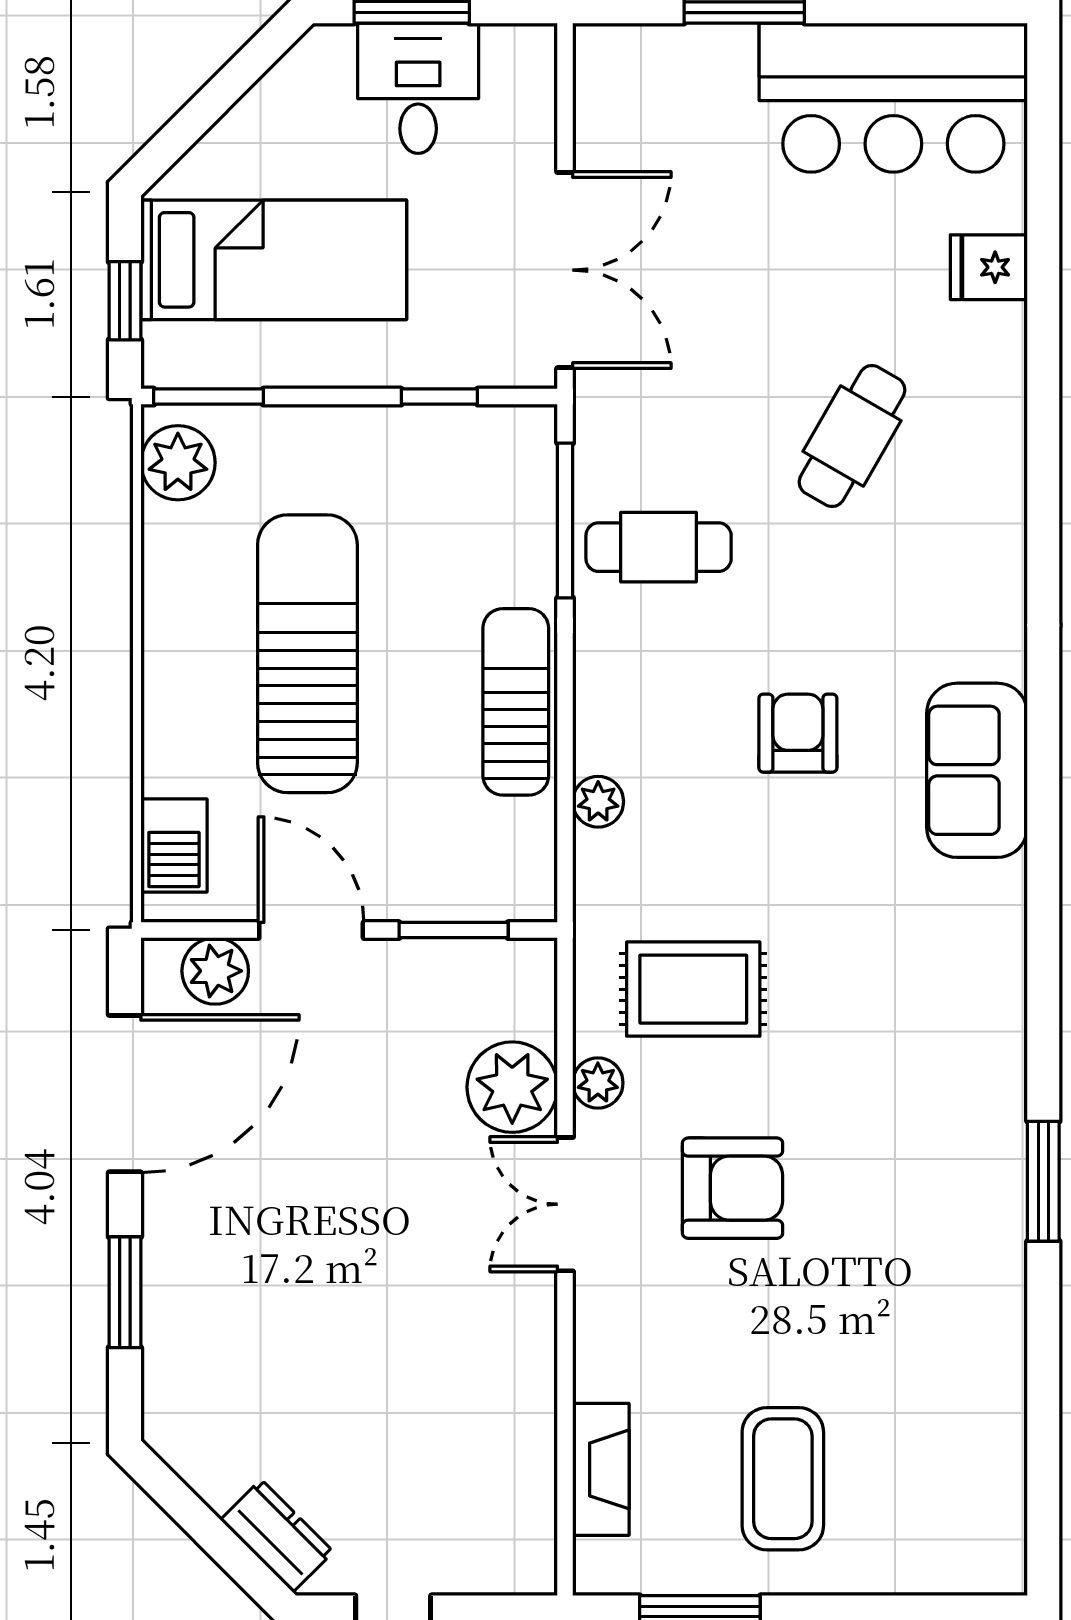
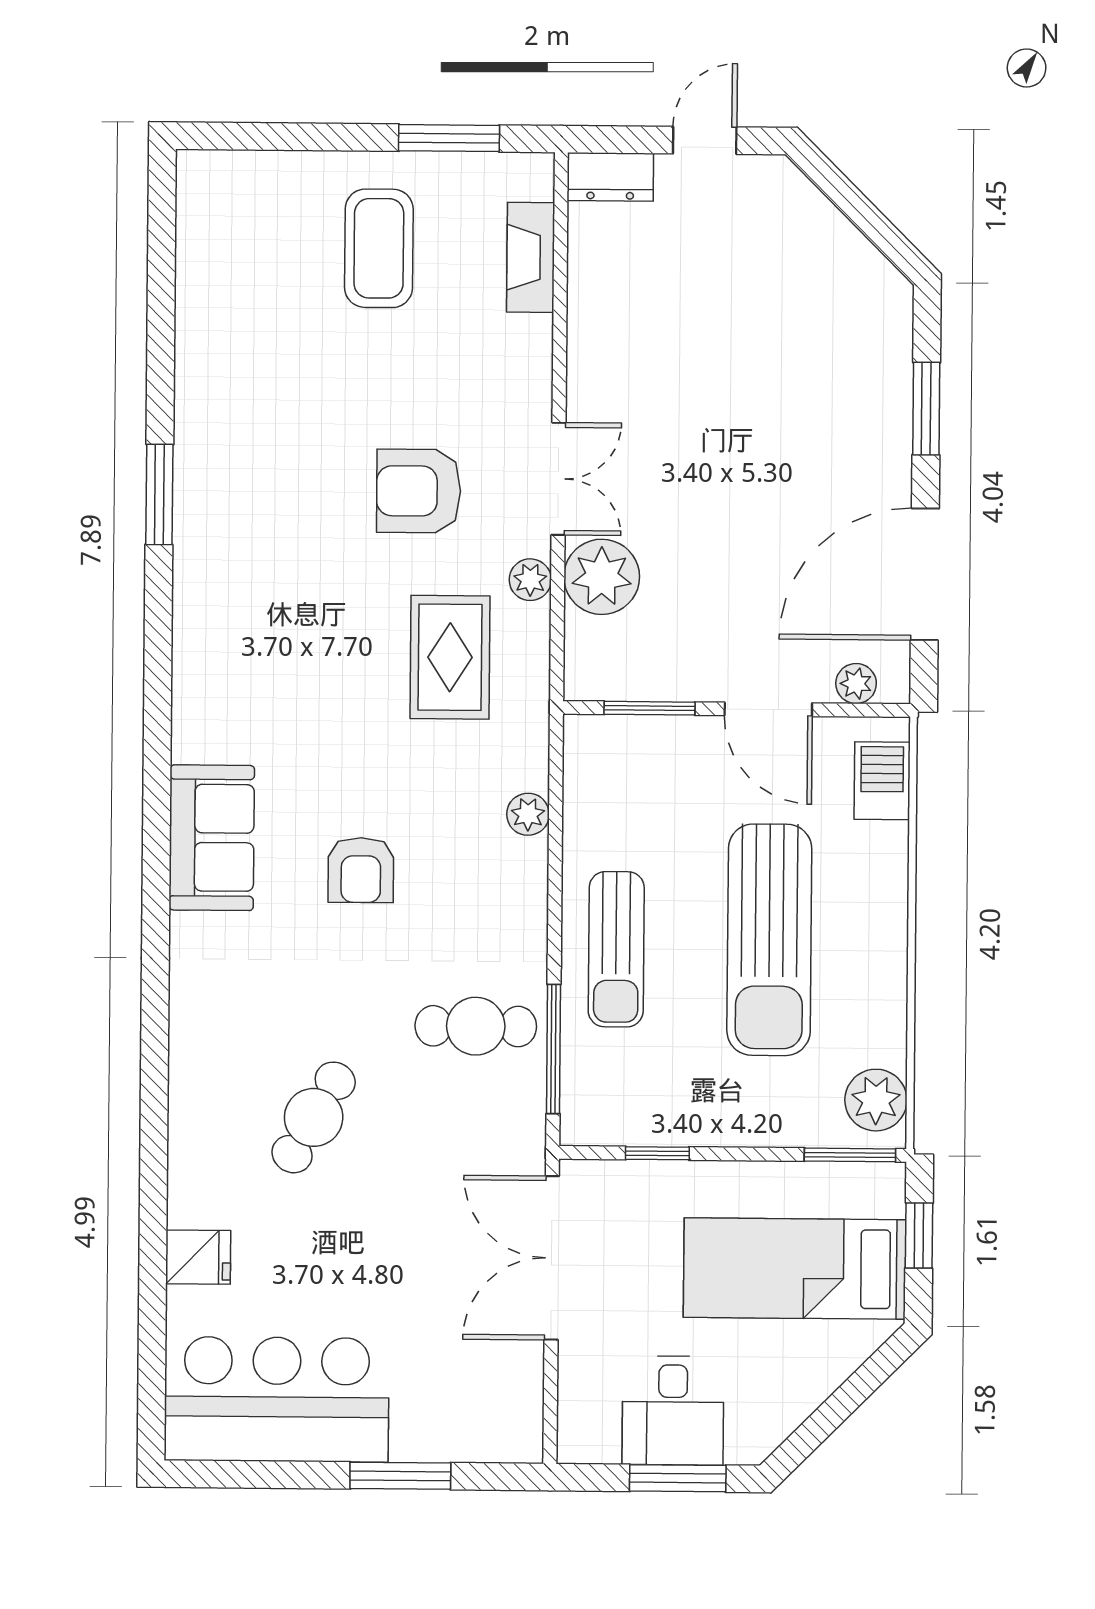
sun lounger: (516, 702) -> (616, 949), moved
plant: (215, 971) -> (856, 684), width x0.73, depth x0.73
rug: (693, 989) -> (450, 657), turned 90
dresser: (277, 1536) -> (610, 177), moved, turned -45

